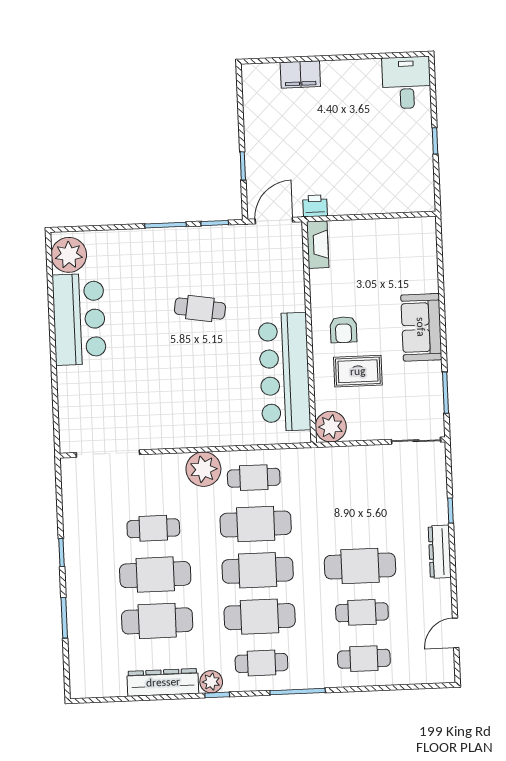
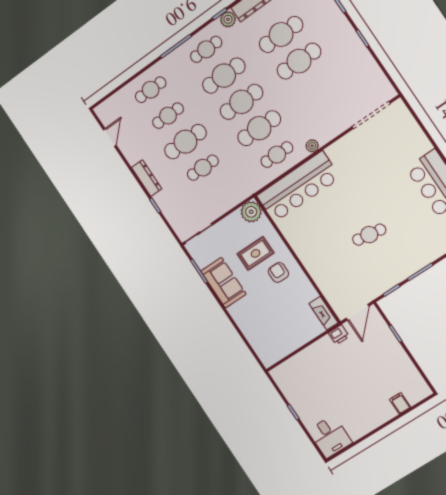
filing cabinet: (300, 74) -> (400, 403), width x0.50
sofa: (421, 327) -> (223, 283), moved
bar counter: (285, 372) -> (298, 187), moved, turned 90
plant: (203, 469) -> (312, 146), width x0.53, depth x0.53
cafe table: (153, 528) -> (203, 168), moved

